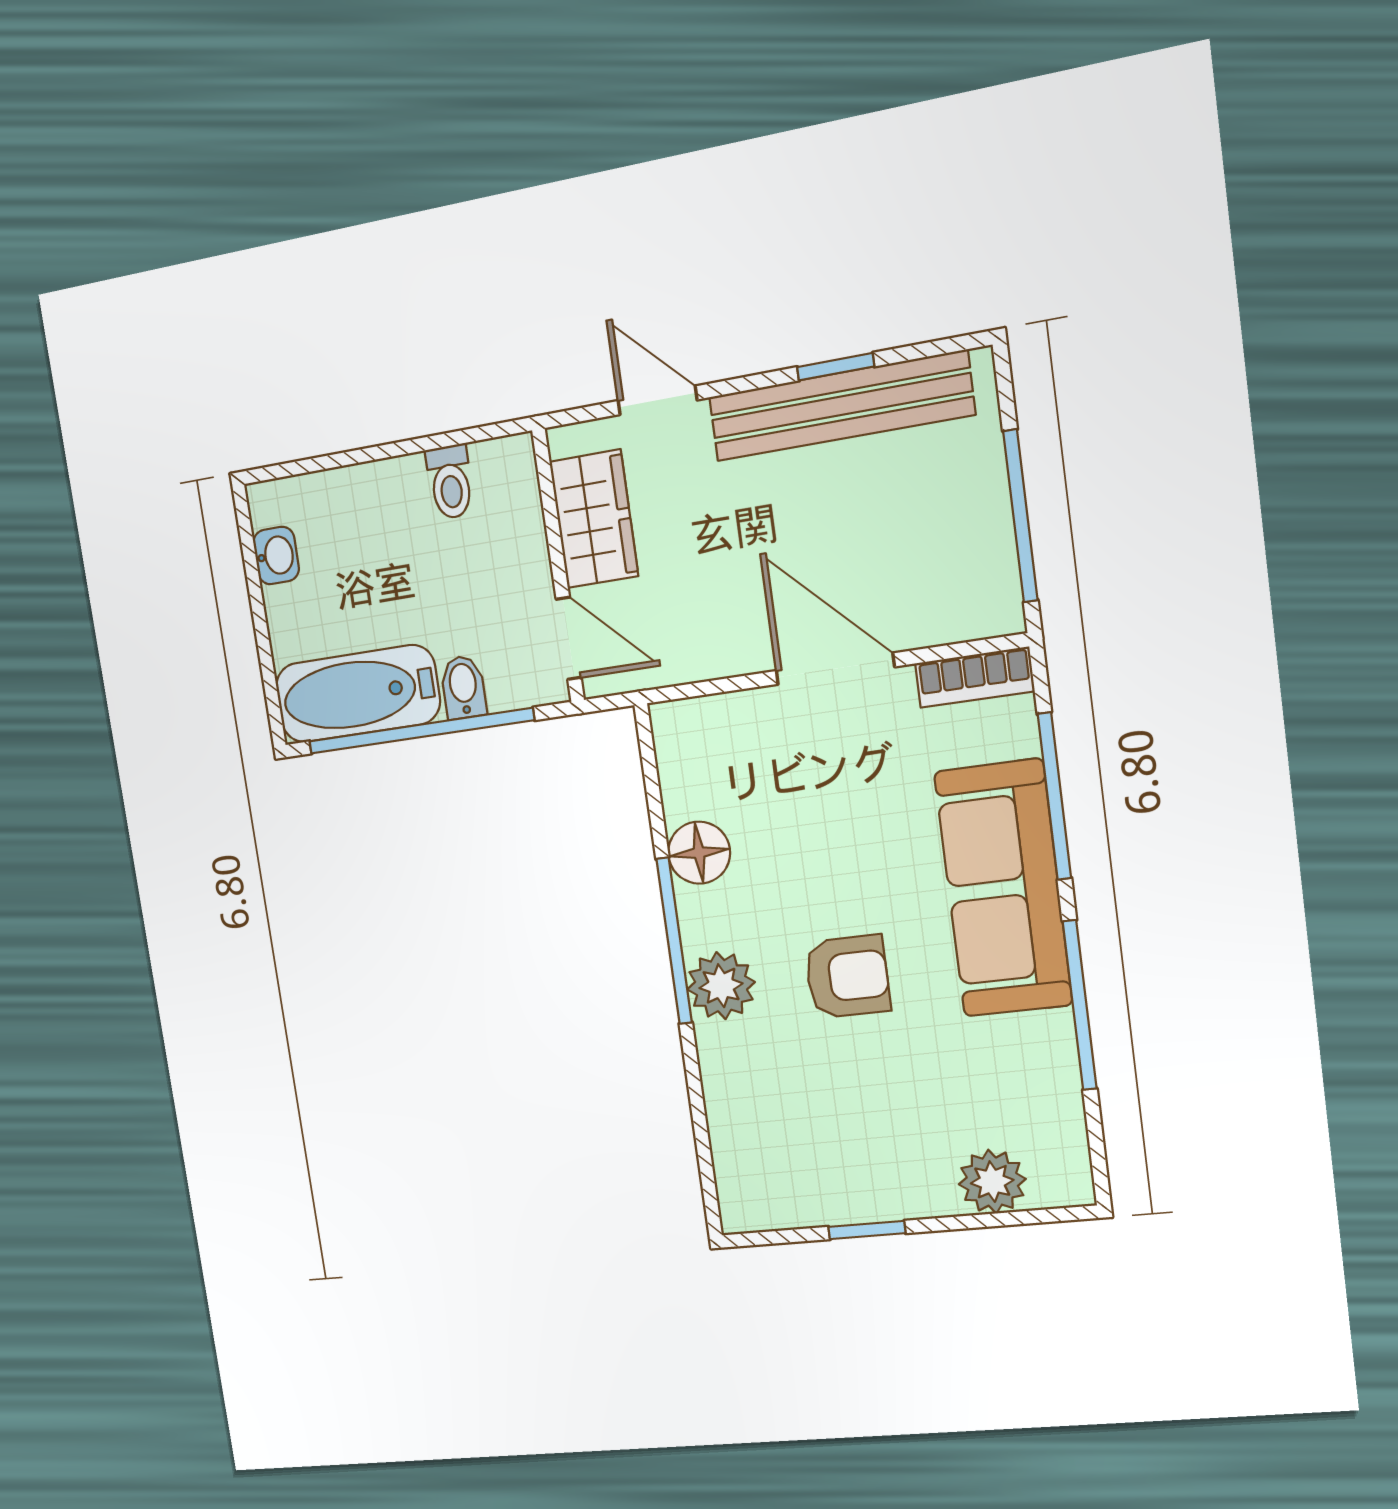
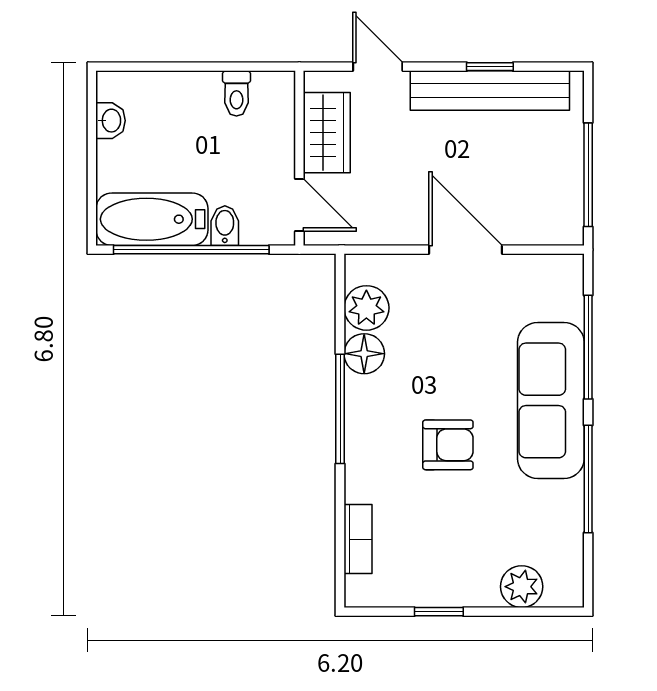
bookcase: (975, 677) -> (358, 539), moved, turned -90
plant: (721, 986) -> (366, 308), moved

